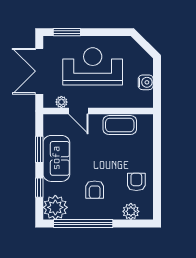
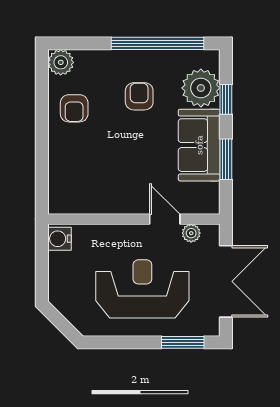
reception desk: (93, 66) -> (142, 289), turned 180
water cooler: (146, 82) -> (59, 239), moved
coffee table: (120, 125) -> (100, 197), removed
plant: (55, 207) -> (201, 88), moved
plant: (131, 211) -> (61, 62), moved

